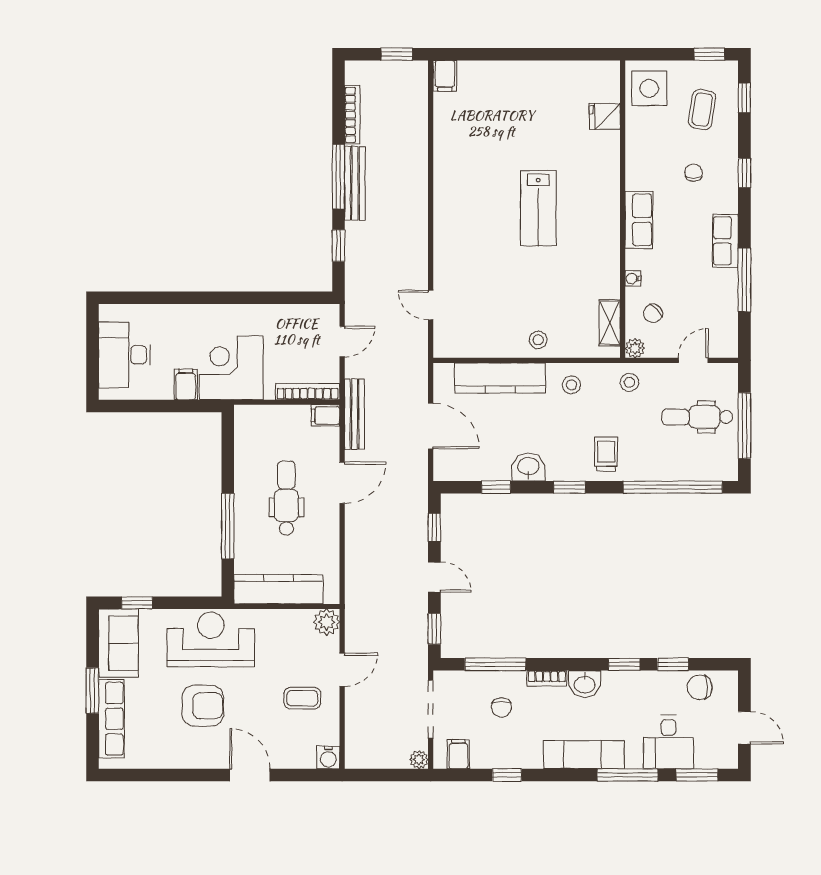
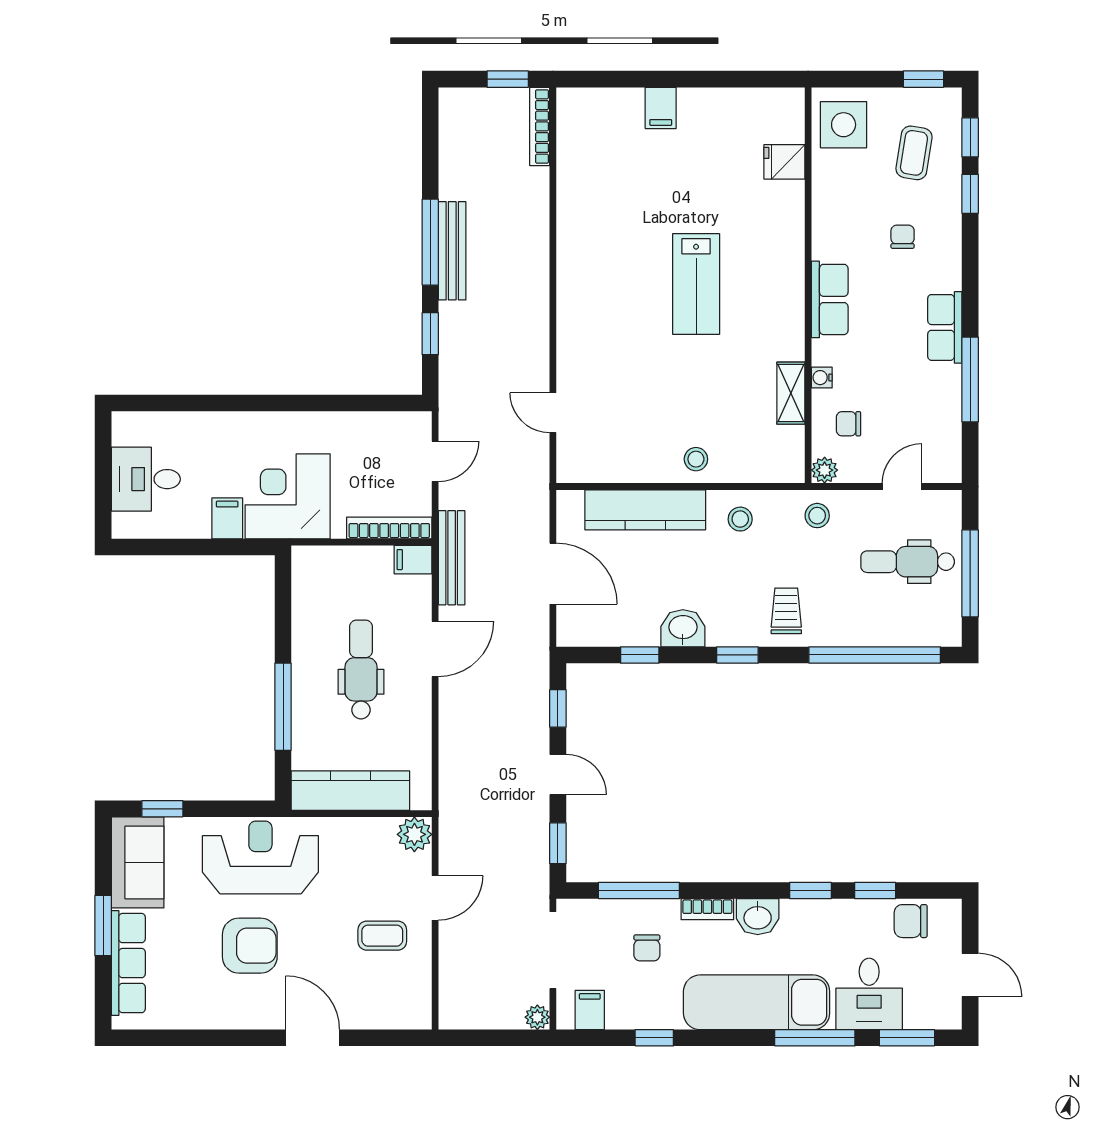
filing cabinet: (445, 76) -> (661, 108), moved
bookcase: (352, 115) -> (540, 126), moved, turned 180
window: (744, 173) -> (970, 194), moved
chair: (653, 313) -> (848, 424), turned 42
shelving: (610, 323) -> (791, 393), moved
desk: (125, 355) -> (146, 479), width x0.73
exam couch: (584, 755) -> (757, 1002), width x1.36, depth x1.45
water cooler: (328, 757) -> (417, 1014), removed

